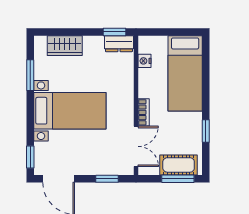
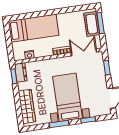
wardrobe: (65, 46) -> (27, 106), width x1.50
window: (30, 75) -> (59, 124), moved
window: (206, 131) -> (68, 10), removed
window: (30, 157) -> (88, 120), moved

